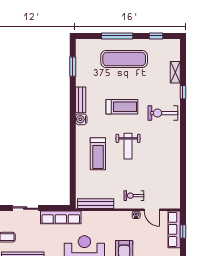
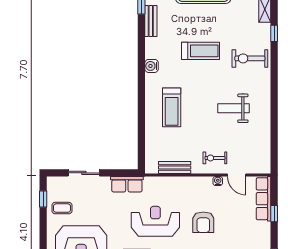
bench: (81, 100) -> (151, 21), moved
weight bench: (128, 146) -> (234, 108), moved, turned 90
bench: (96, 204) -> (175, 168), width x0.73
row of seats: (61, 217) -> (127, 184), width x0.68
window: (183, 231) -> (274, 214), moved

